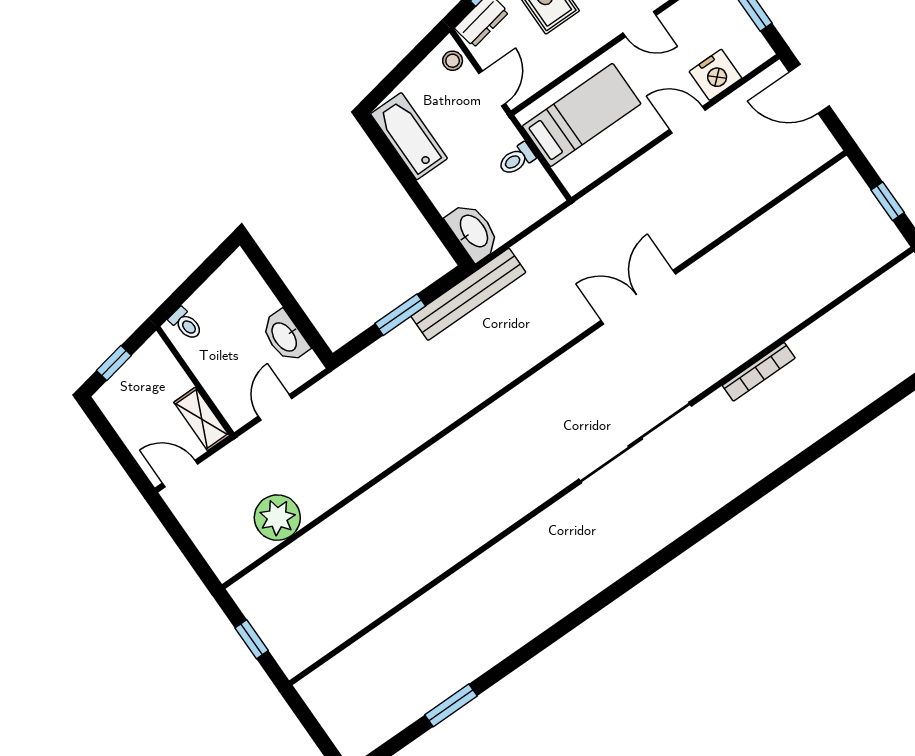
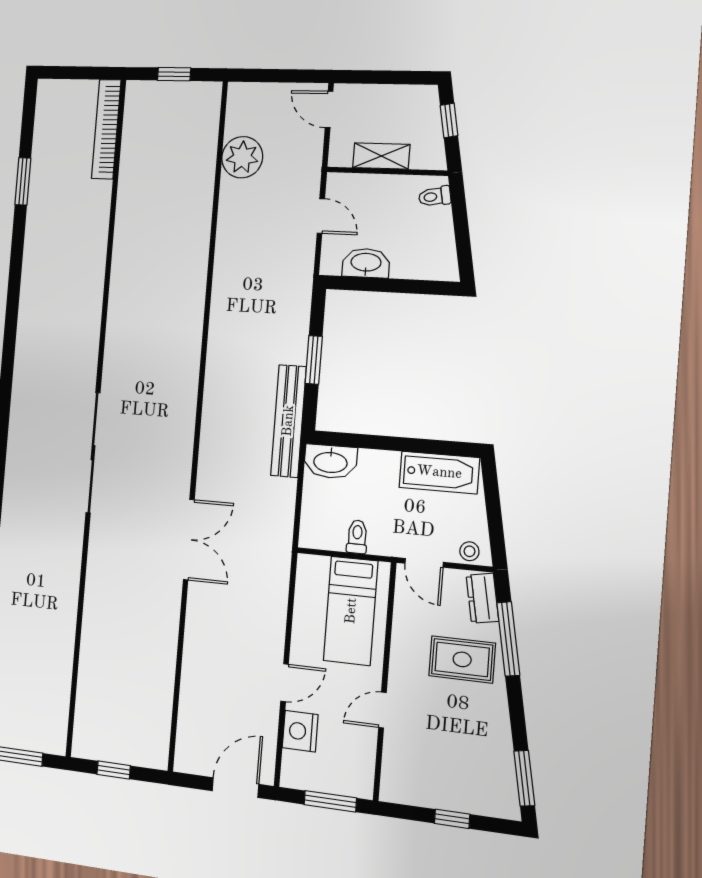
bookcase: (759, 372) -> (106, 129), moved, width x1.48, depth x1.31
shelving: (202, 419) -> (381, 156), moved
door: (180, 474) -> (329, 109), swing flipped

